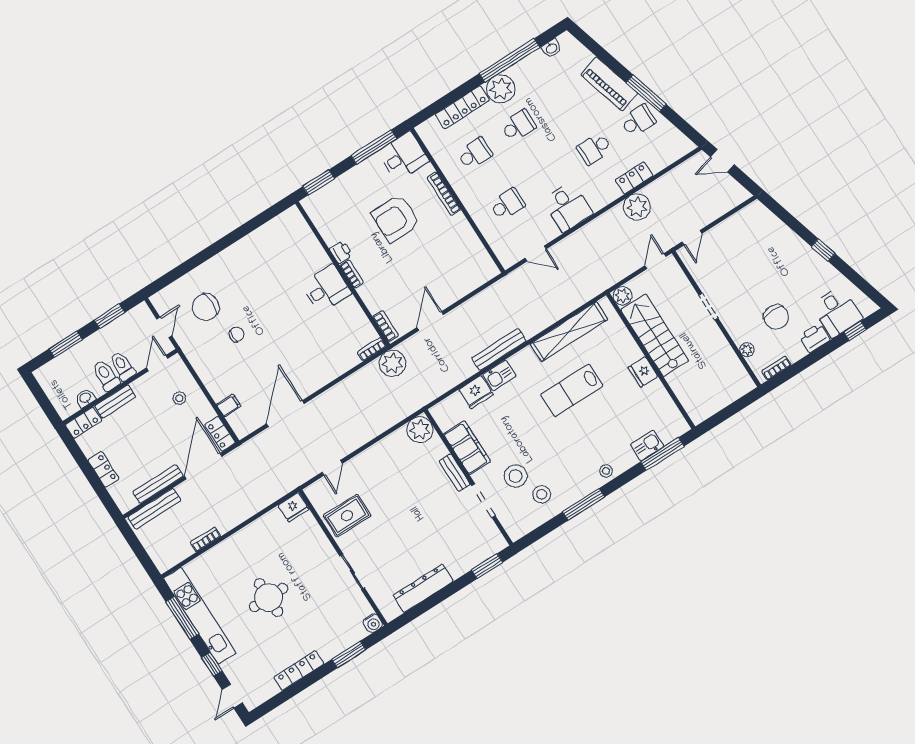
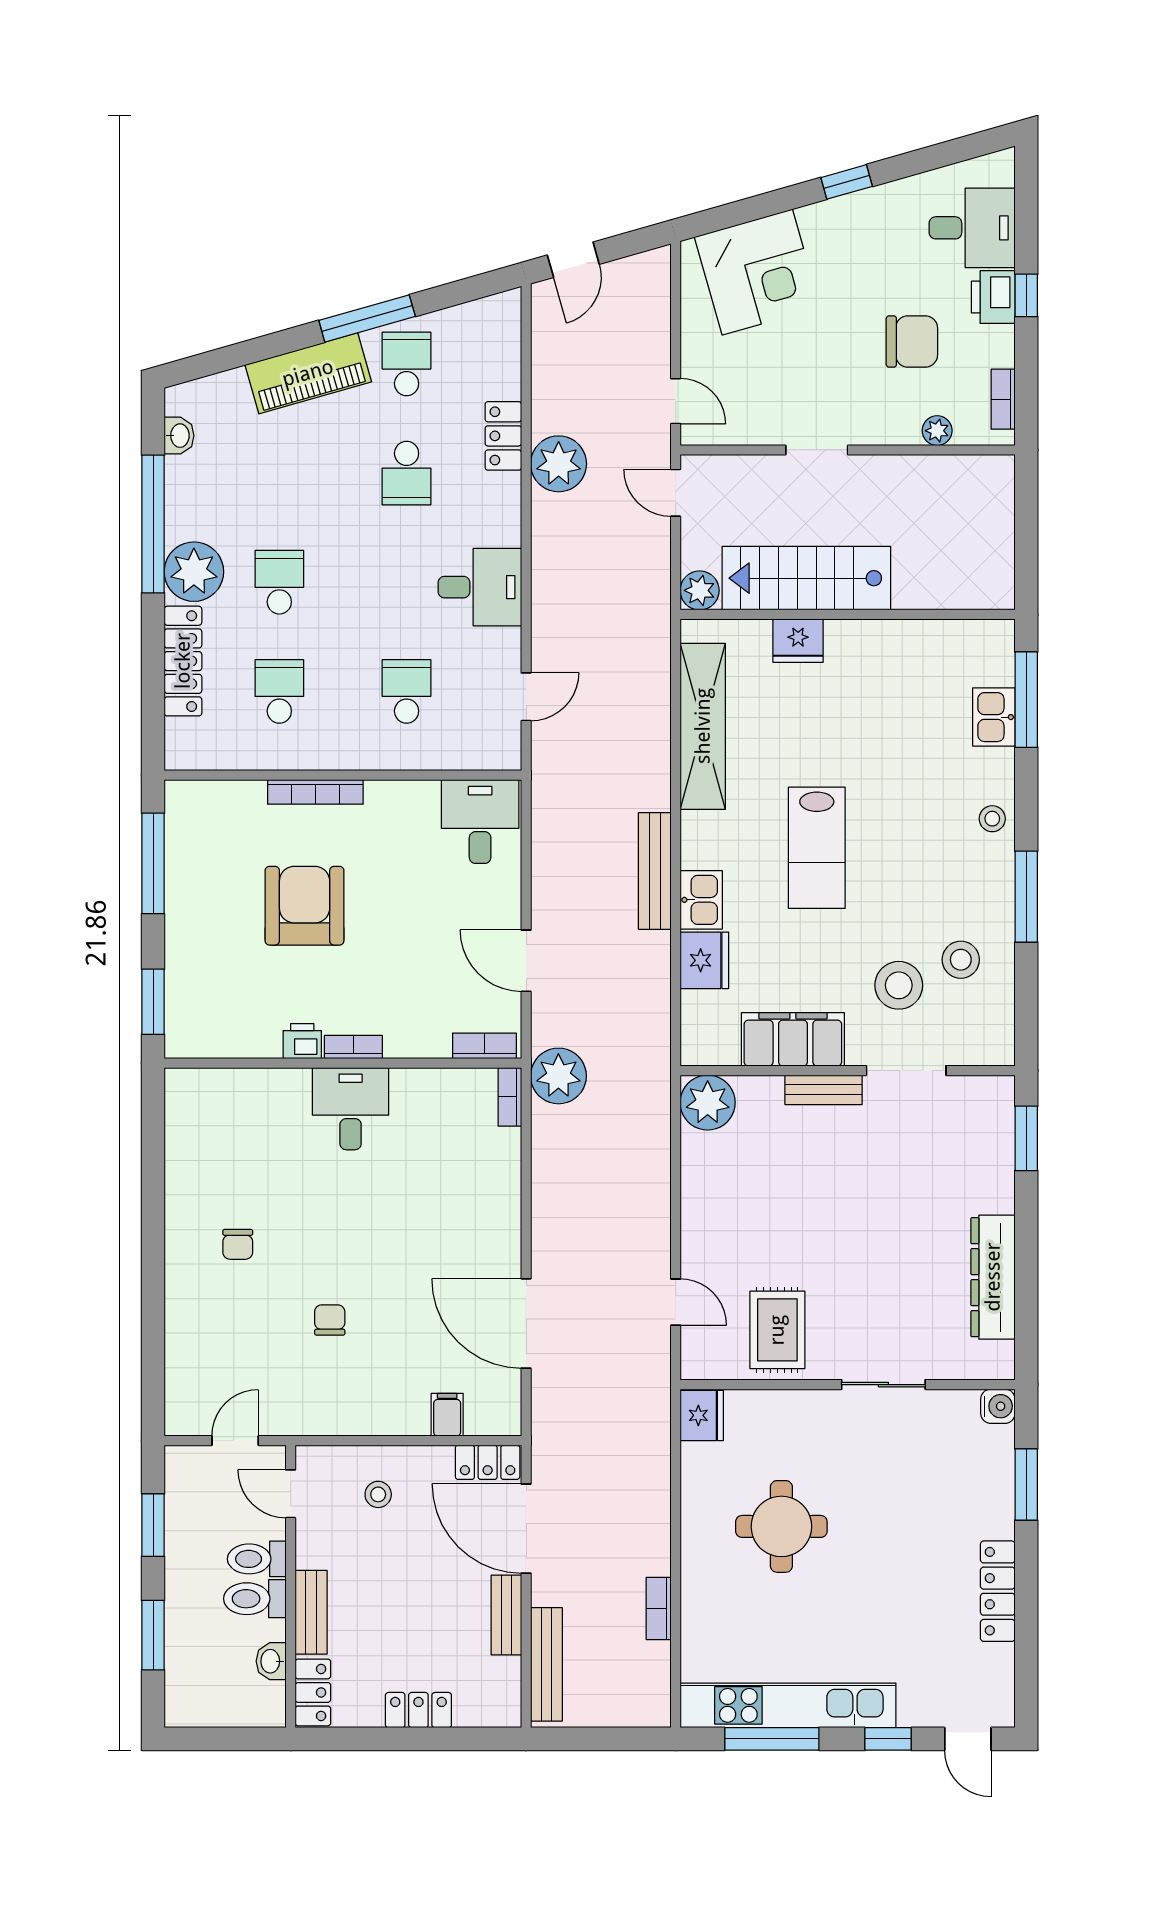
desk: (403, 156) -> (480, 822), moved
armchair: (396, 218) -> (305, 906), turned 180
corner desk: (764, 237) -> (757, 272), added
chair: (206, 307) -> (238, 1244), moved, width x0.54, depth x0.54
door: (164, 327) -> (235, 1441), hinge flipped
window: (855, 331) -> (1026, 295), moved
fridge: (643, 372) -> (798, 641), moved
lab bench: (572, 390) -> (817, 848), moved
bench: (158, 484) -> (506, 1615), width x0.73
round table: (269, 598) -> (781, 1526), moved

